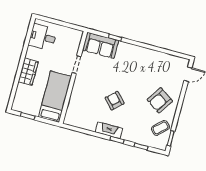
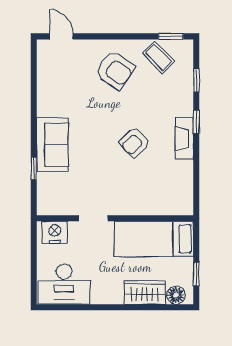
desk: (43, 37) -> (64, 284), width x1.37
nightstand: (74, 40) -> (55, 232), added
sofa: (100, 45) -> (52, 145), moved
wardrobe: (28, 72) -> (145, 292), moved
floor lamp: (19, 101) -> (176, 295), added

